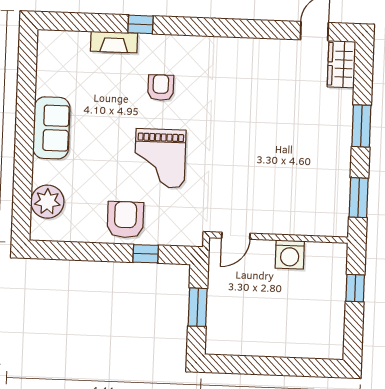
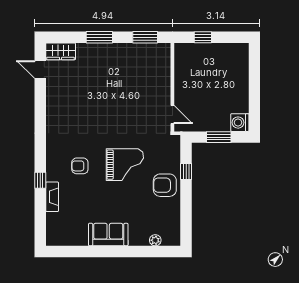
plant: (47, 202) -> (155, 240), width x0.53, depth x0.53
washing machine: (290, 255) -> (240, 123), moved, turned 180

